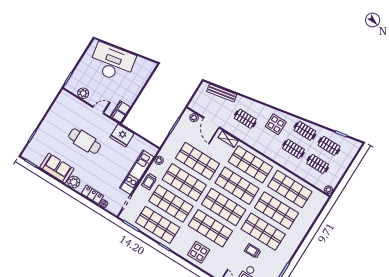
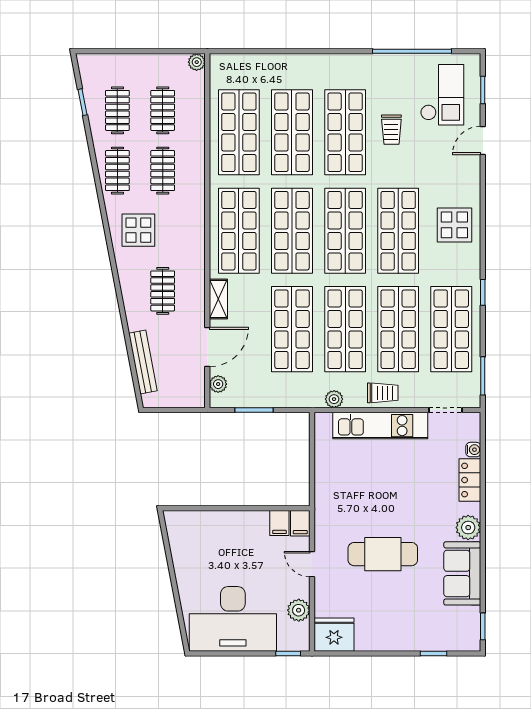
desk: (112, 63) -> (233, 619), moved, turned -79
fridge: (122, 135) -> (334, 635), moved, turned -90
cafe table: (85, 141) -> (383, 554), turned 90

